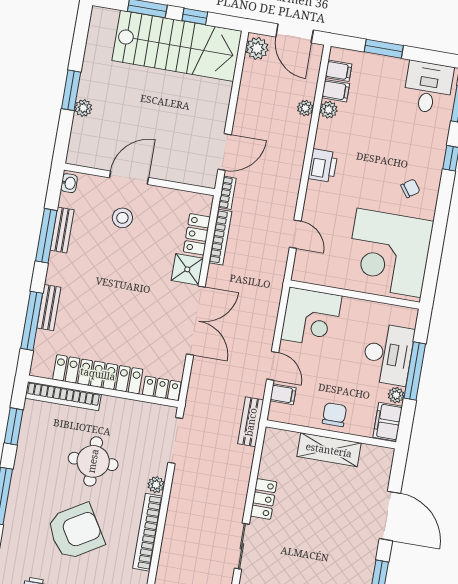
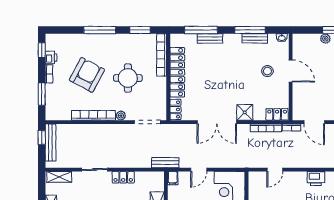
locker: (197, 234) -> (277, 114), moved
filing cabinet: (283, 394) -> (173, 178), moved
armchair: (76, 531) -> (87, 75), turned -121

